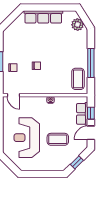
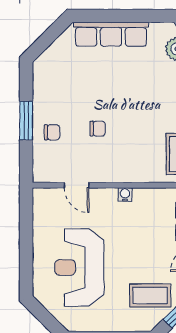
door: (13, 95) -> (77, 185), moved
coffee table: (58, 139) -> (150, 296), moved

